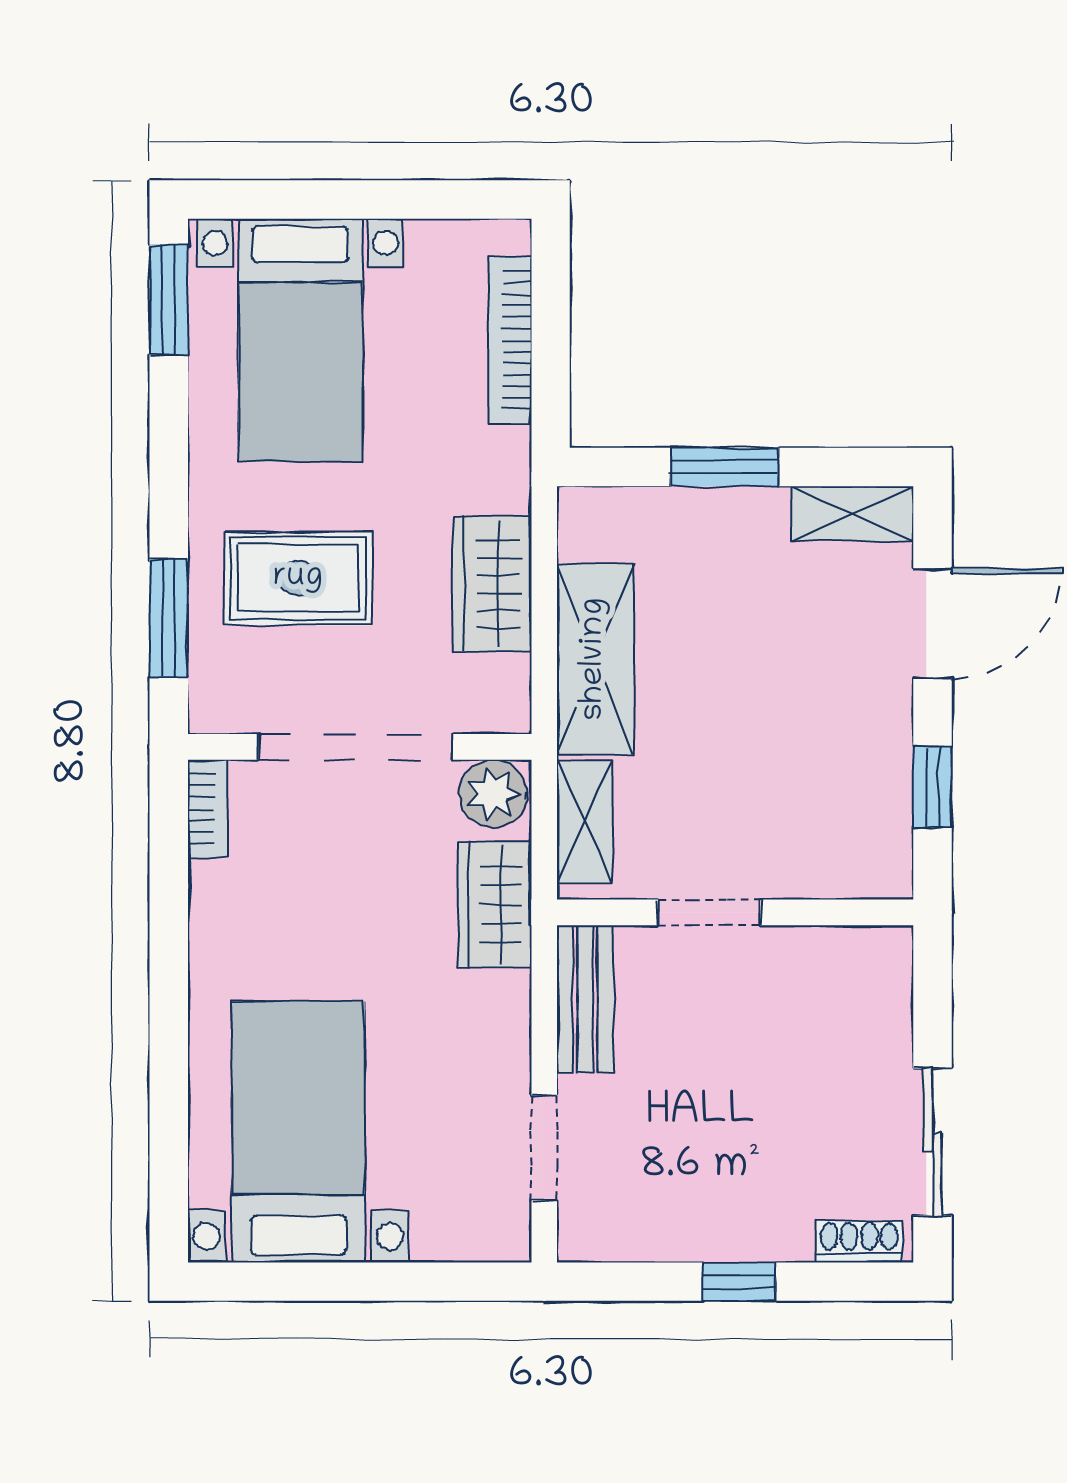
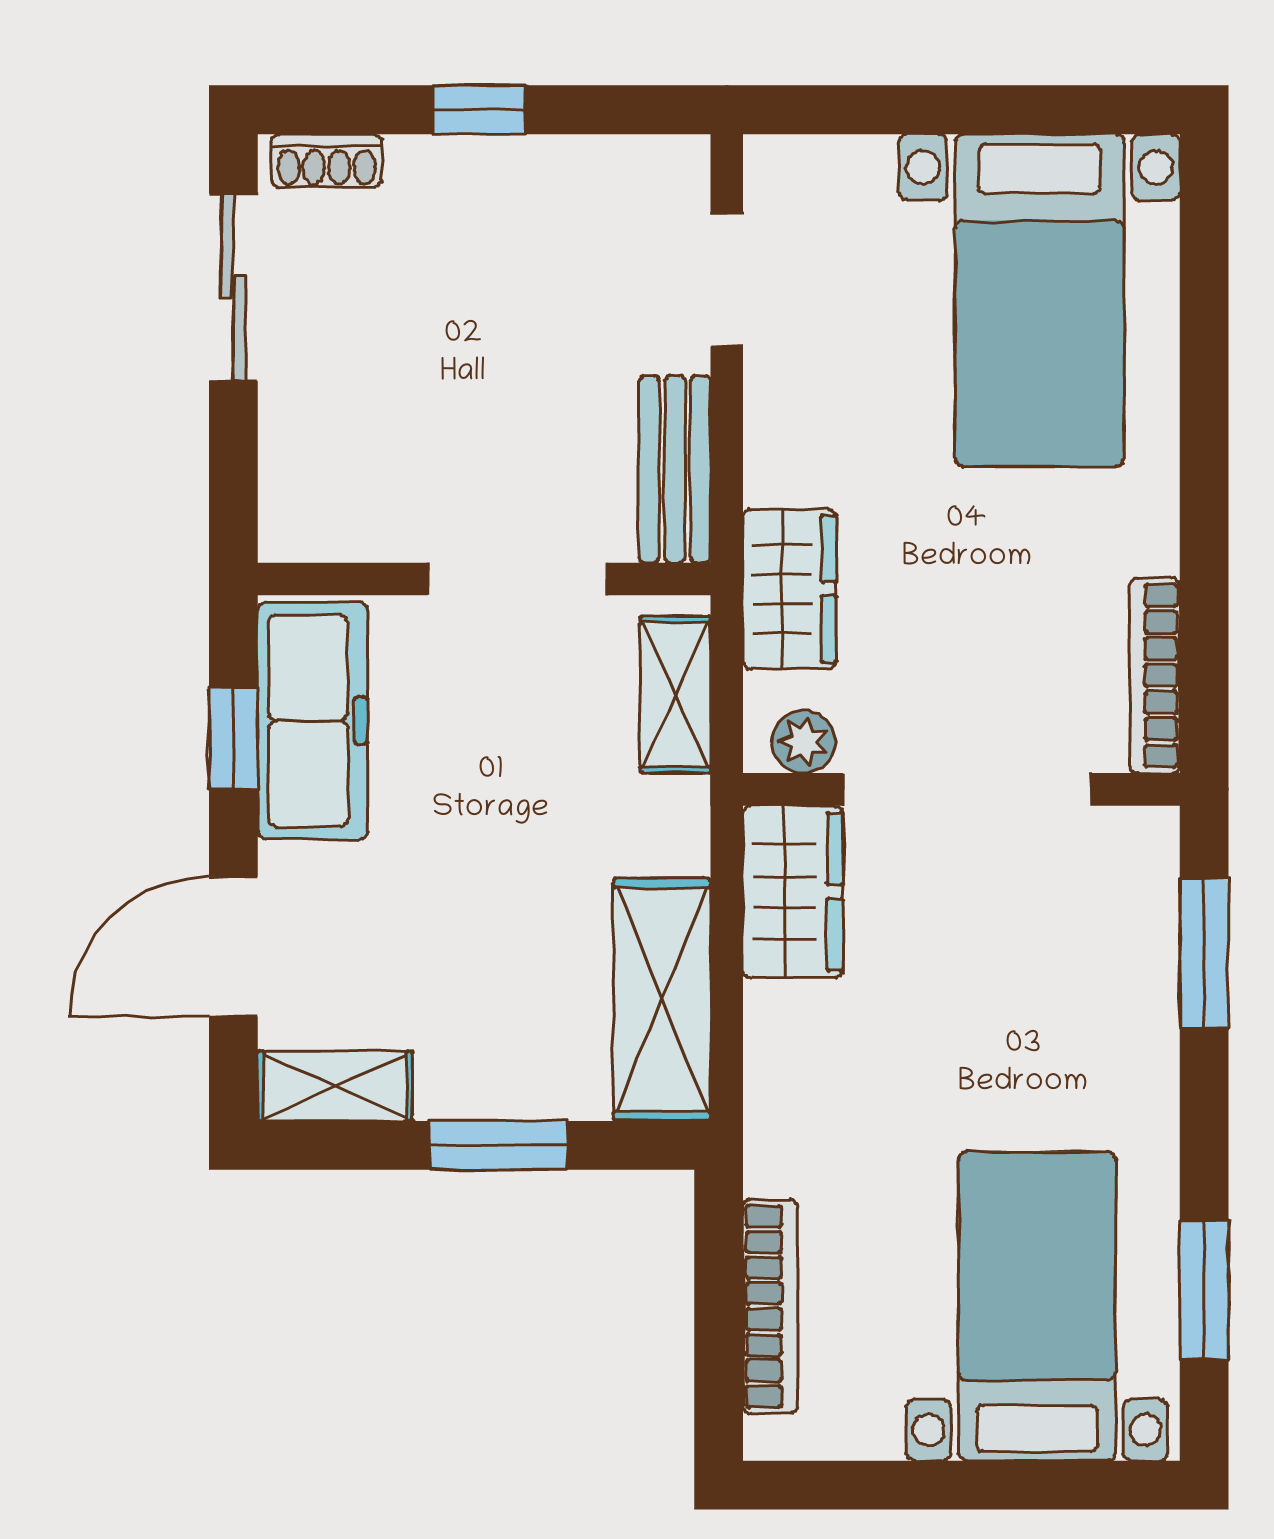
window: (169, 300) -> (1204, 1290), moved
rug: (298, 578) -> (1039, 1004), removed
wardrobe: (492, 584) -> (793, 892), moved
shelving: (595, 659) -> (662, 1000), moved
plant: (493, 794) -> (804, 742), width x0.73, depth x0.73
freezer: (870, 801) -> (313, 721), added
bookcase: (207, 809) -> (1155, 676), width x1.56
doorway: (709, 912) -> (517, 579), width x1.38

